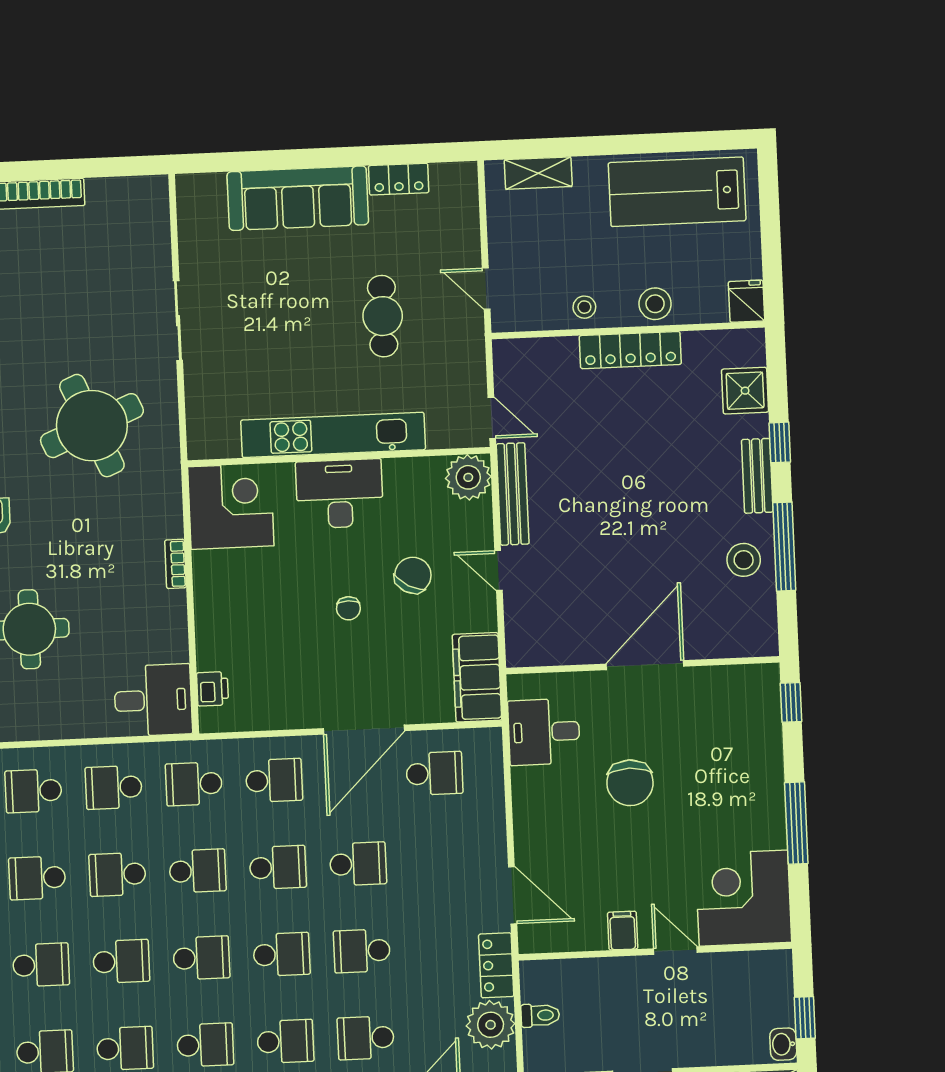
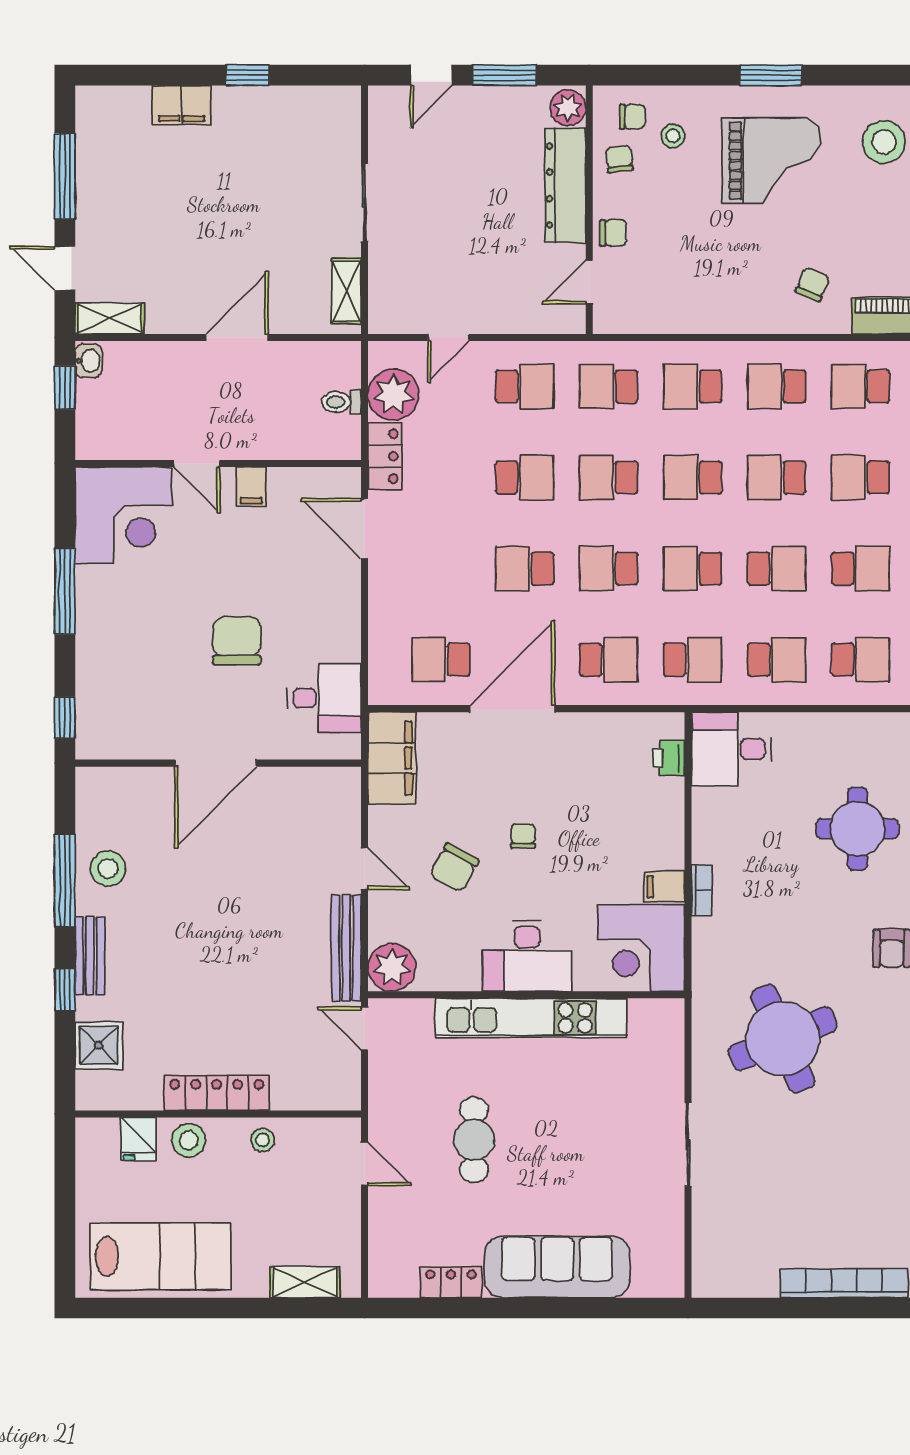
fridge: (746, 301) -> (139, 1139), moved
filing cabinet: (211, 566) -> (664, 887), added
school desk: (274, 780) -> (609, 660), turned 180

